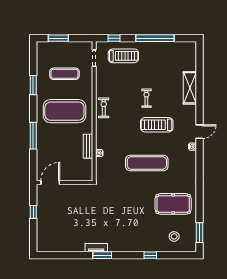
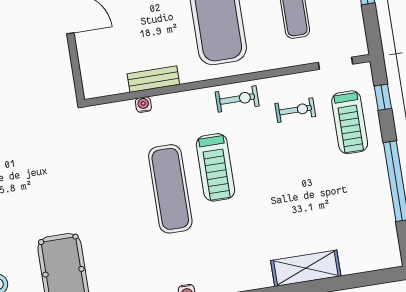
exercise bike: (146, 98) -> (295, 110), moved
treadmill: (157, 125) -> (215, 167), moved, turned 180
exercise mat: (147, 163) -> (170, 189), moved

